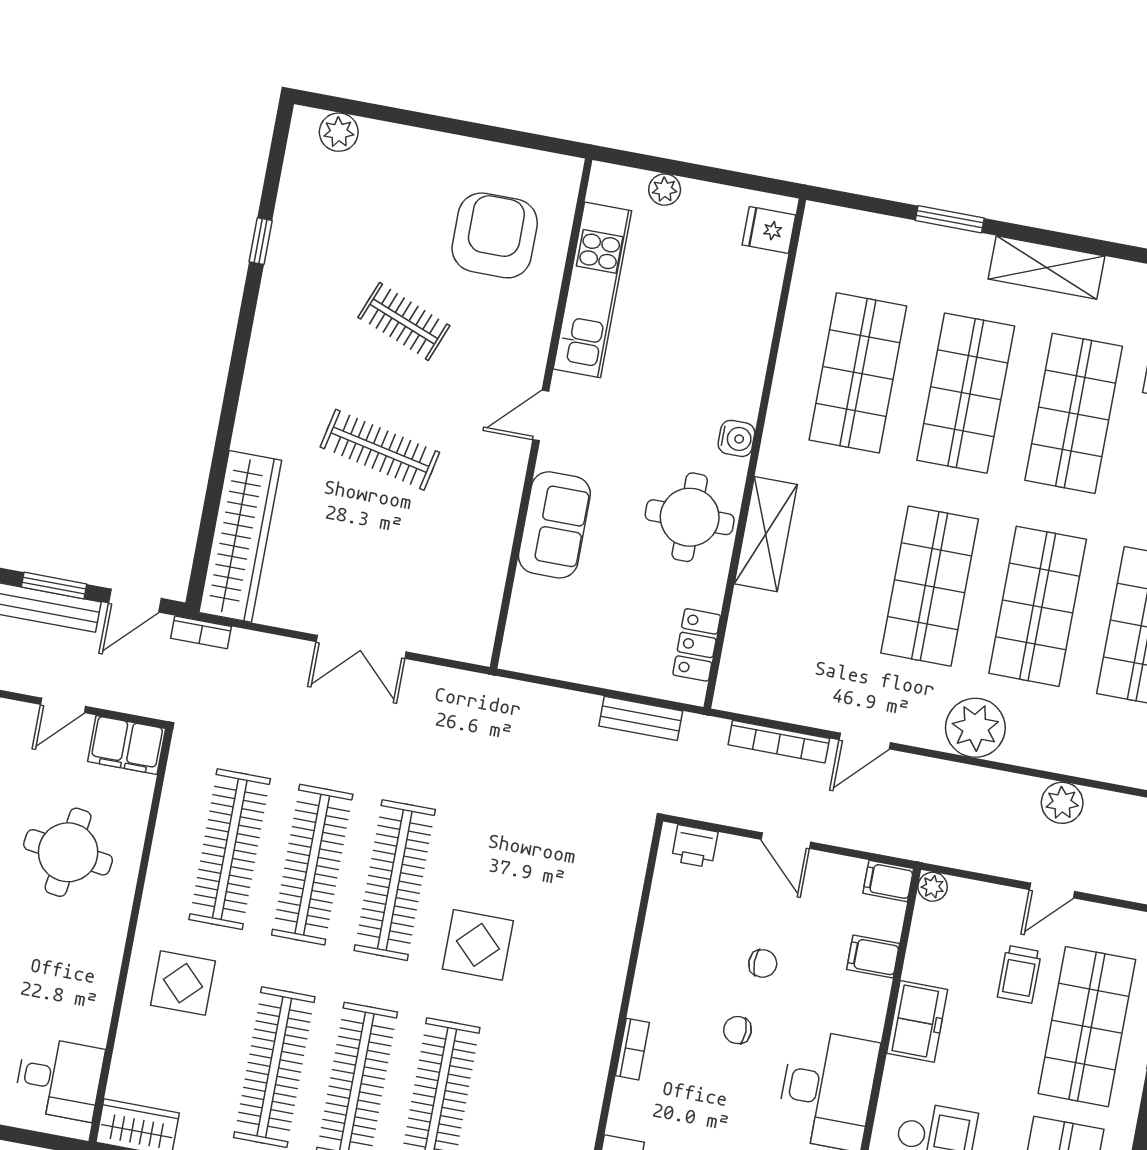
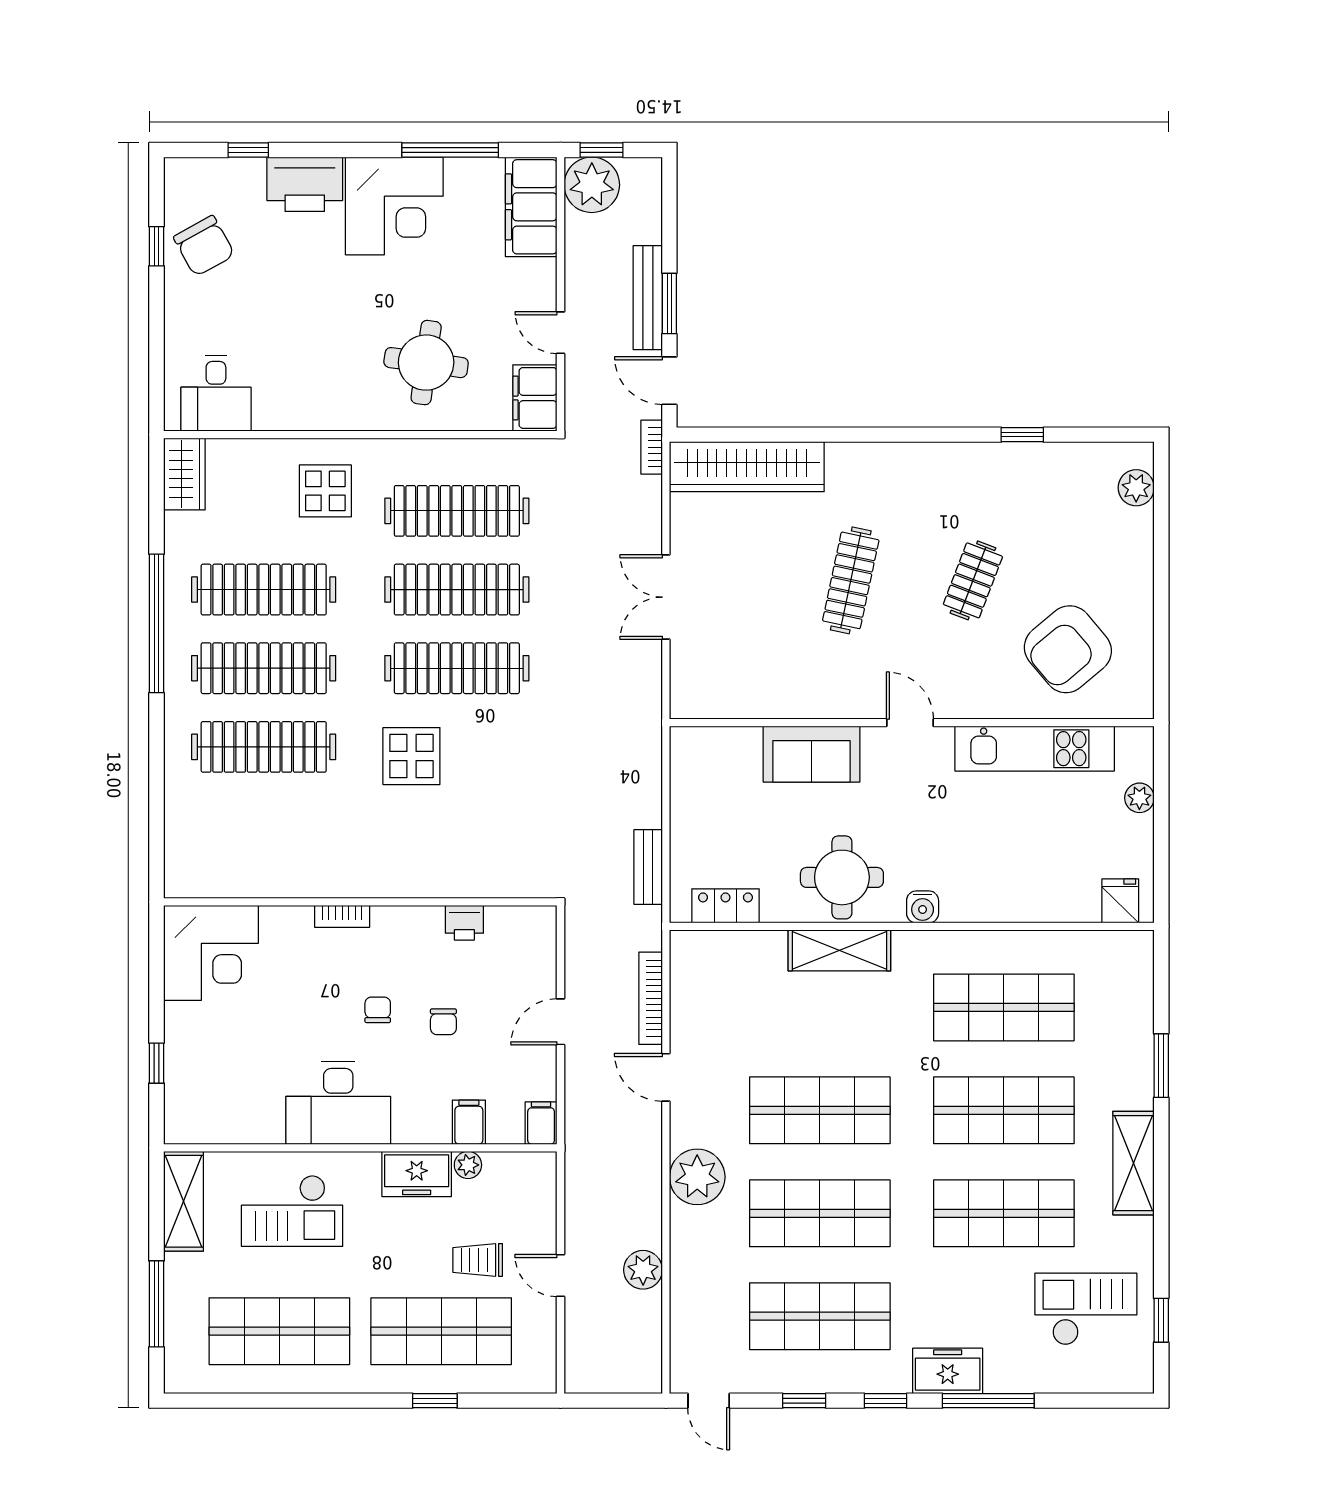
armchair: (495, 235) -> (1068, 649), turned 140
printer: (695, 846) -> (464, 923), moved, turned -90
plant: (933, 887) -> (468, 1165), moved

